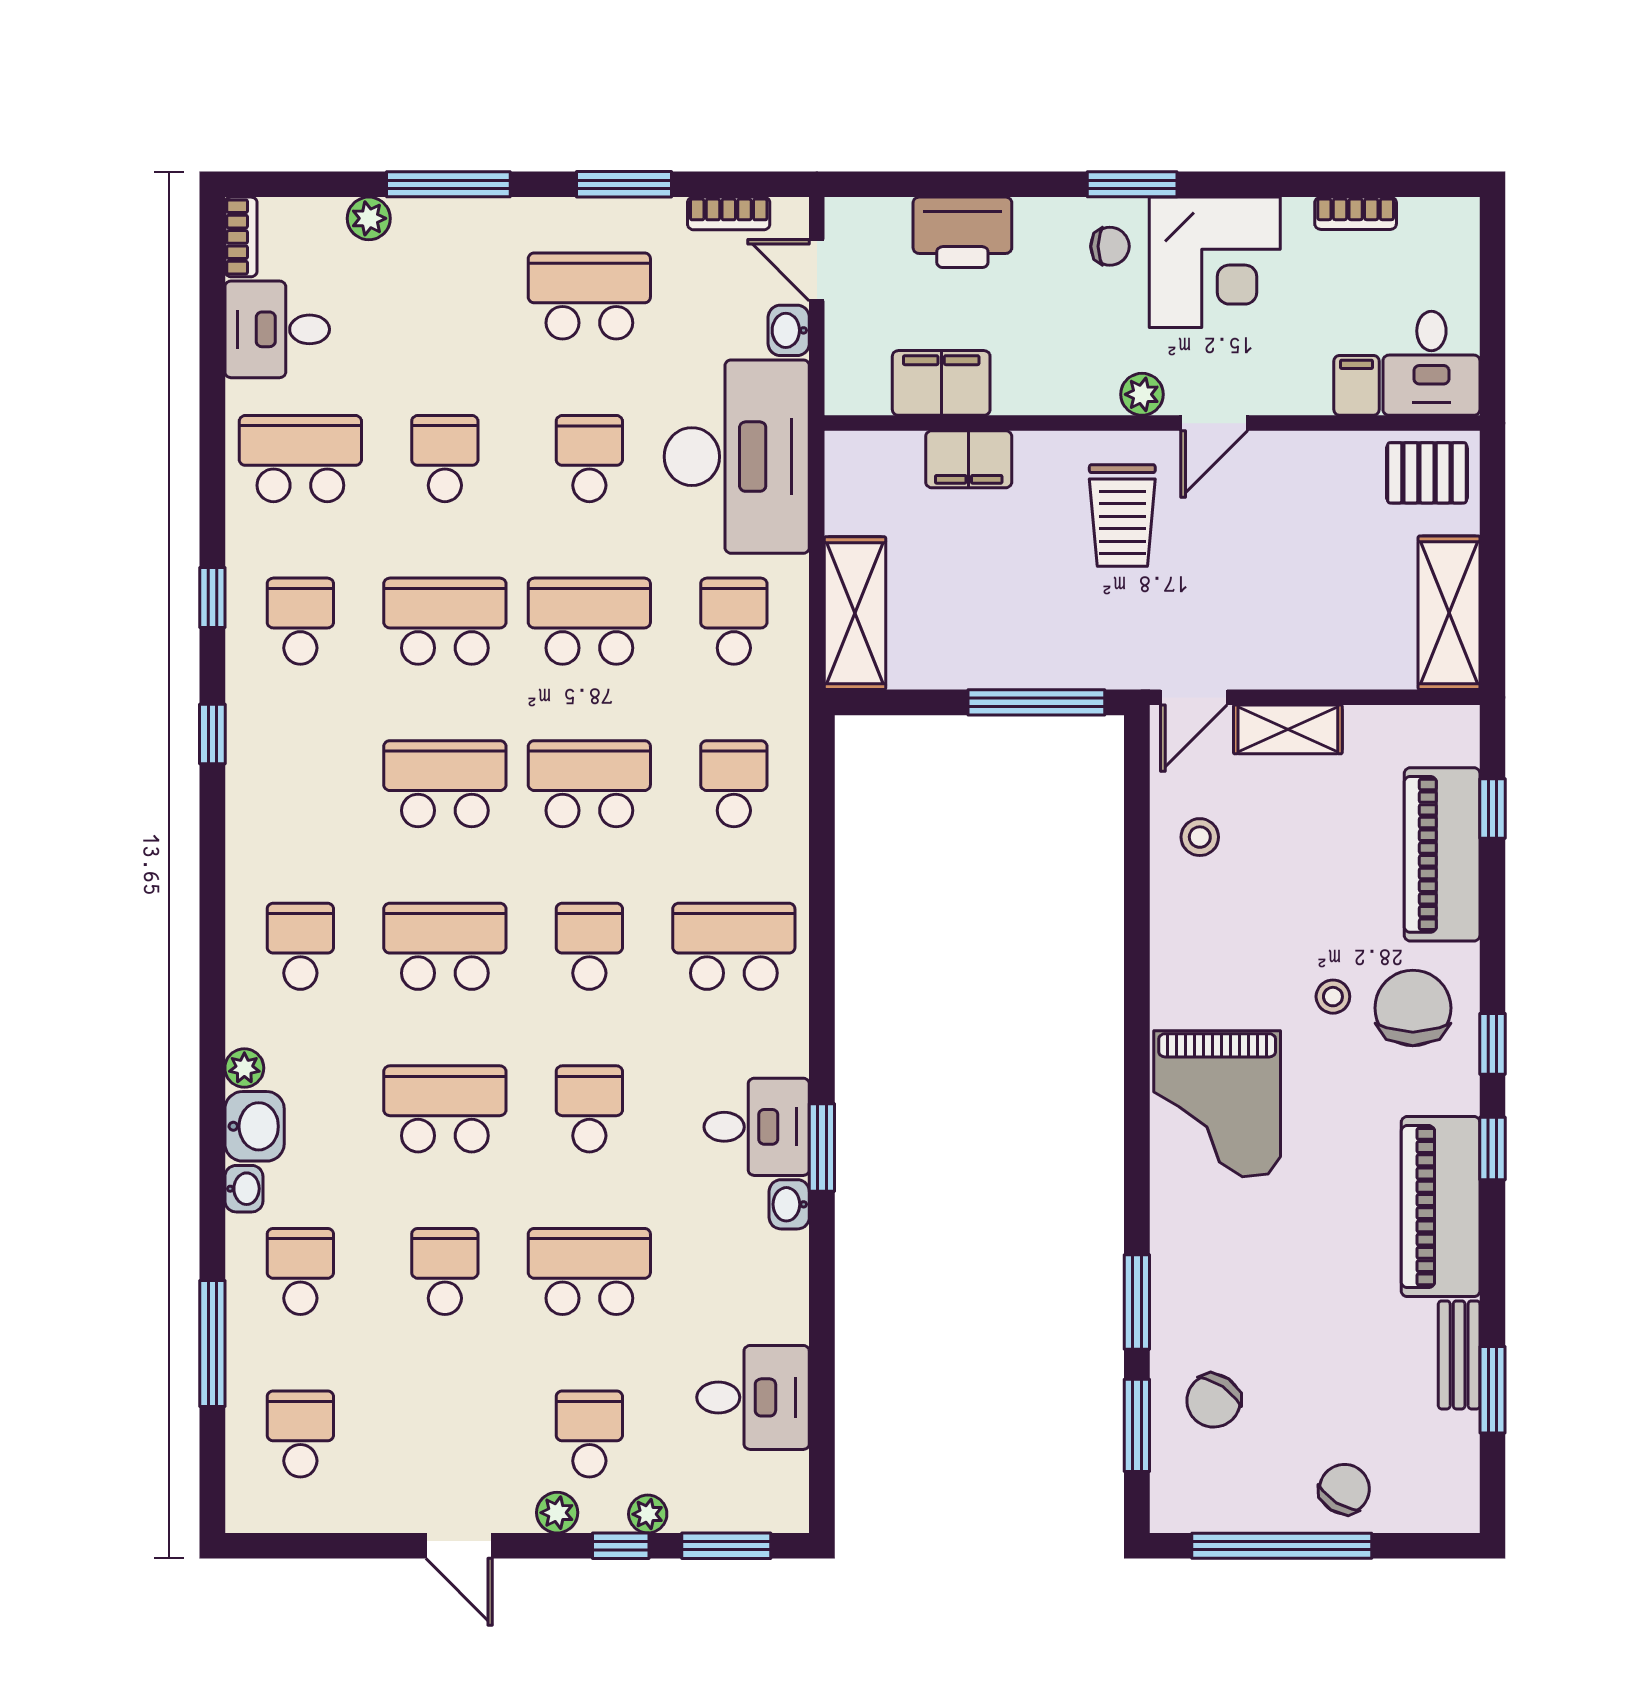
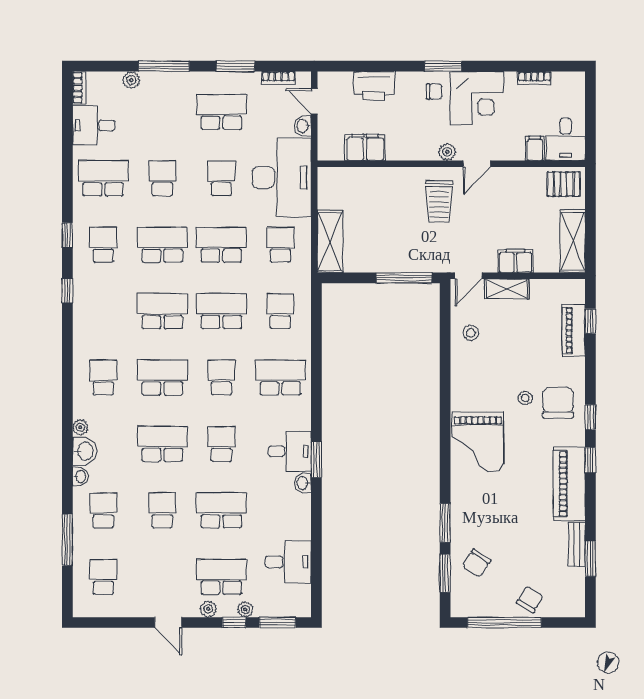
filing cabinet: (969, 459) -> (515, 261), moved, turned 180
piano: (1442, 854) -> (574, 330), width x0.73, depth x0.75
school desk: (589, 1434) -> (221, 577), width x1.85

